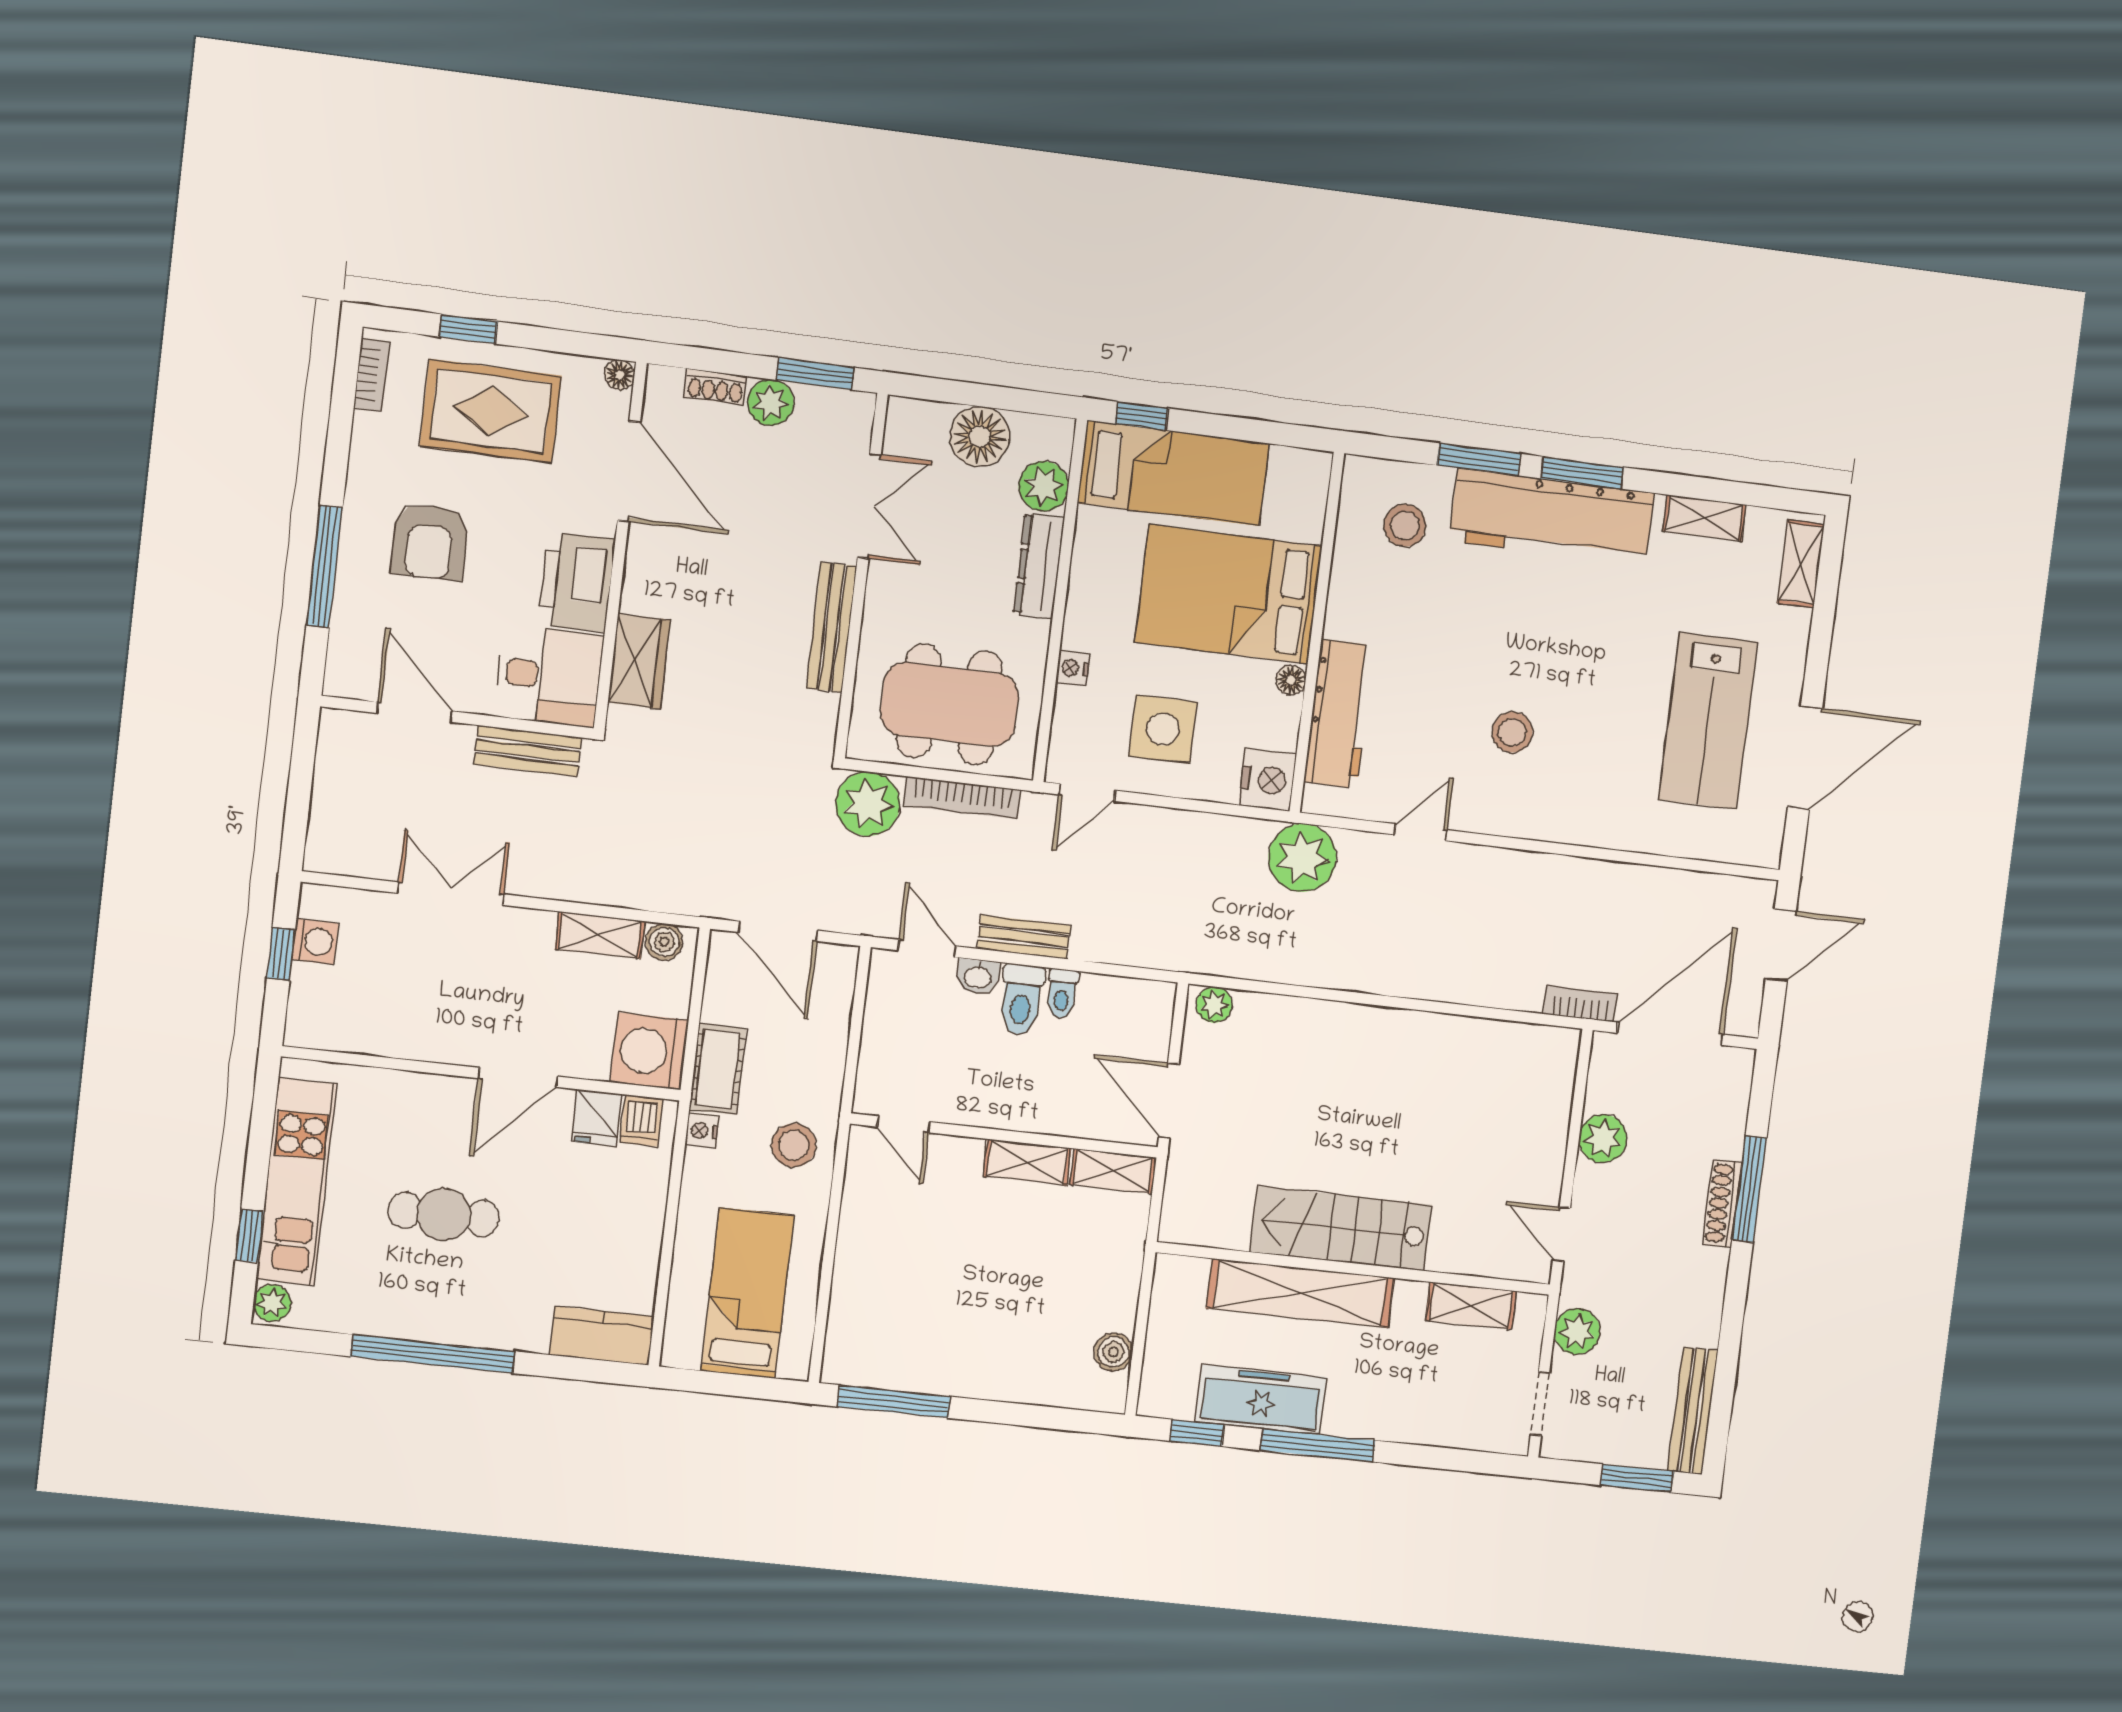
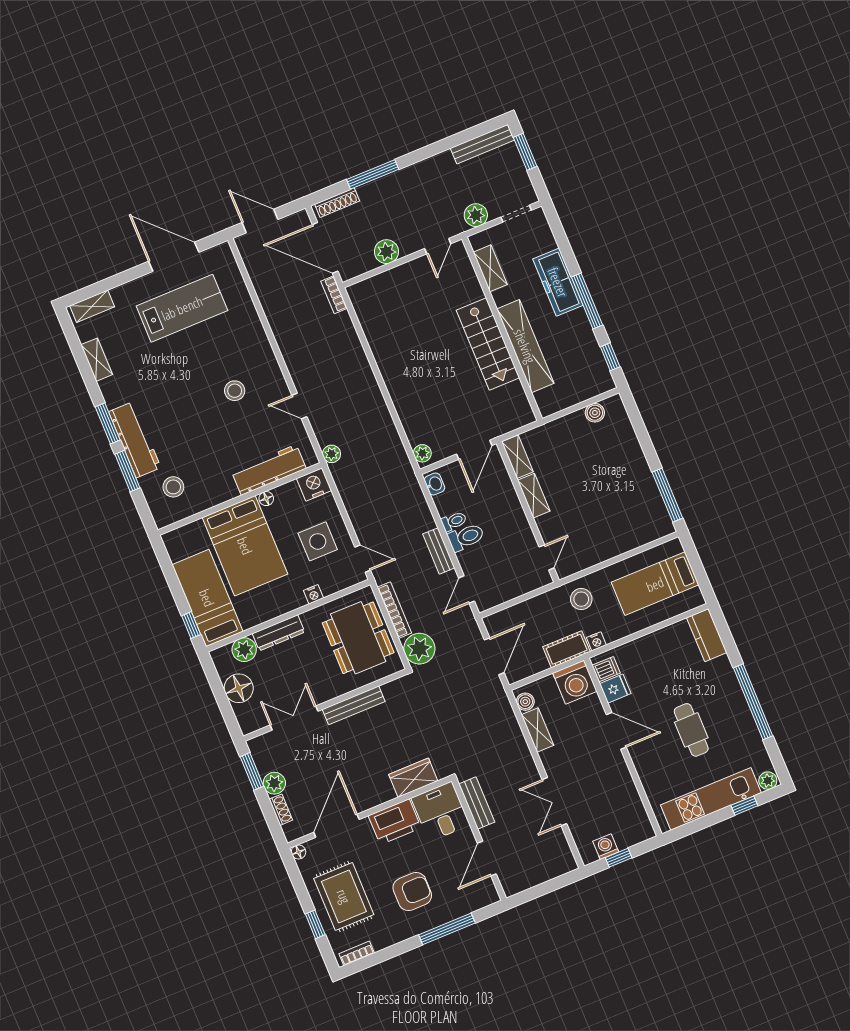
workbench: (1552, 517) -> (135, 440), width x0.73, depth x0.76
plant: (1302, 858) -> (332, 454), width x0.53, depth x0.53
washbasin: (978, 977) -> (435, 484), moved
shoe rack: (1722, 1203) -> (337, 203), moved
freezer: (1261, 1399) -> (558, 282), moved

